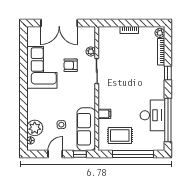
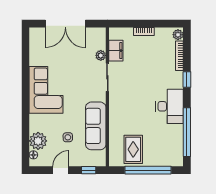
armchair: (71, 65) -> (78, 71), removed
corner sofa: (42, 67) -> (46, 90), moved
filing cabinet: (104, 114) -> (116, 51), moved, width x2.00
desk: (152, 115) -> (170, 106), moved
sofa: (86, 129) -> (96, 126), moved
rug: (120, 135) -> (133, 149), turned 90

